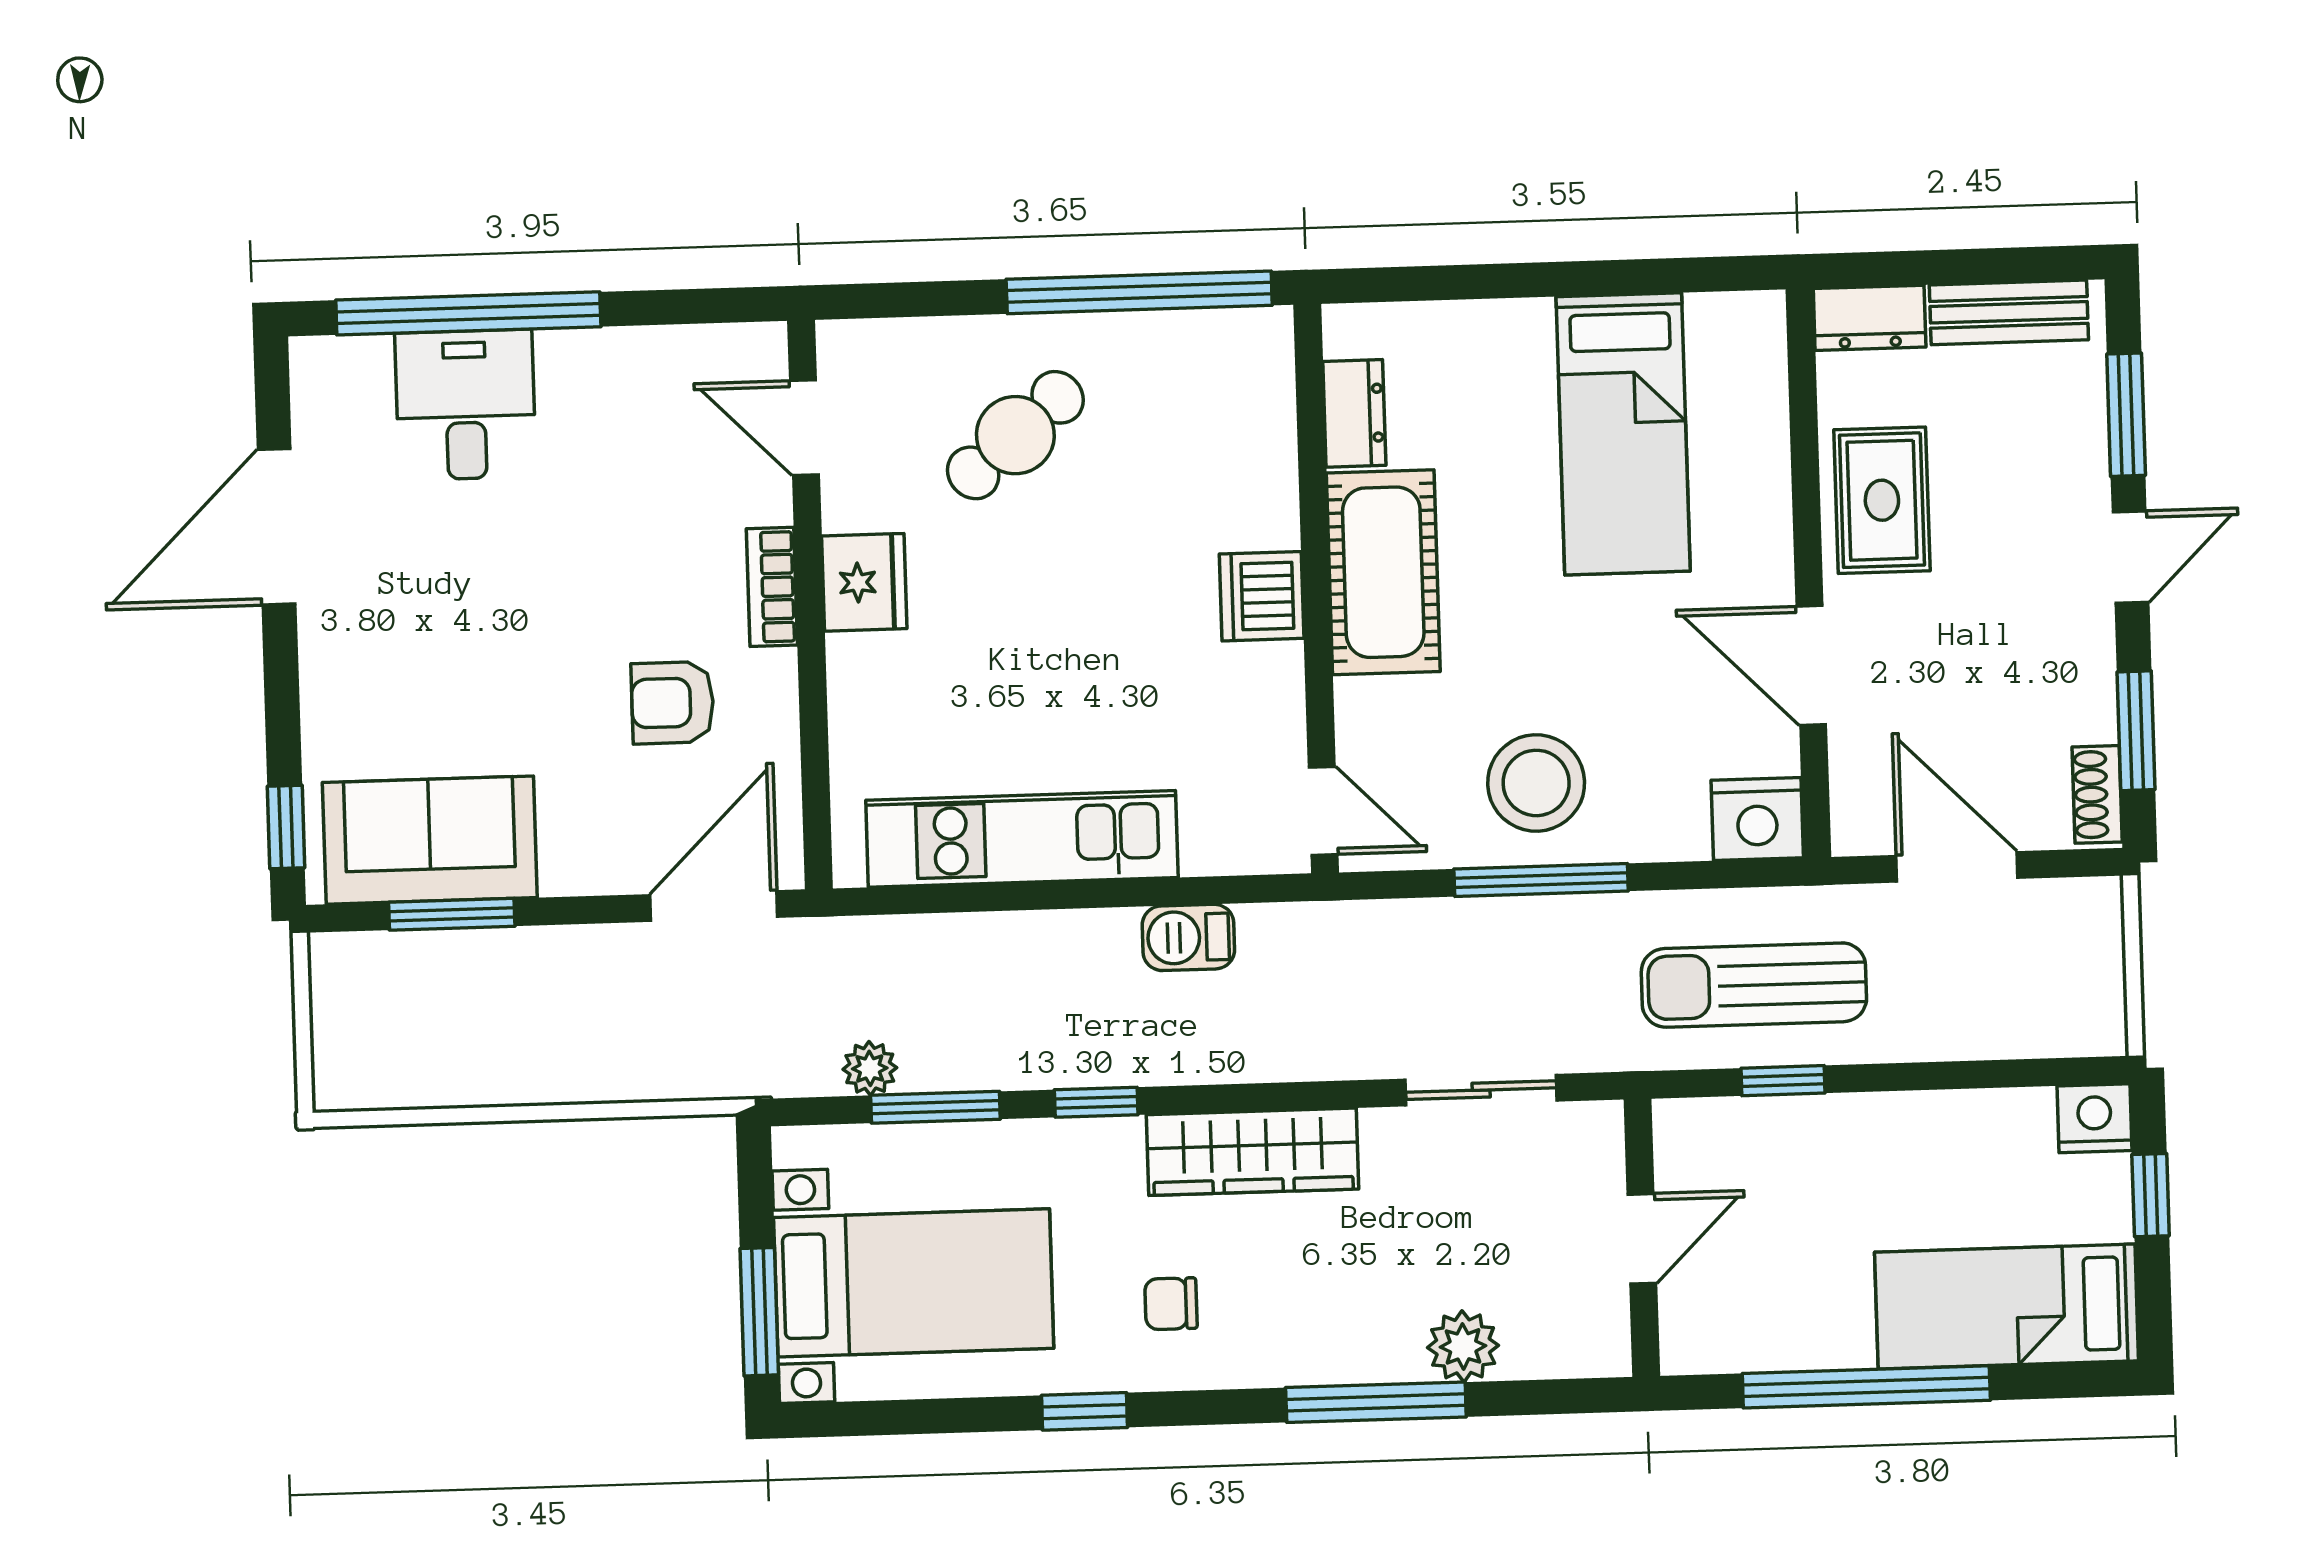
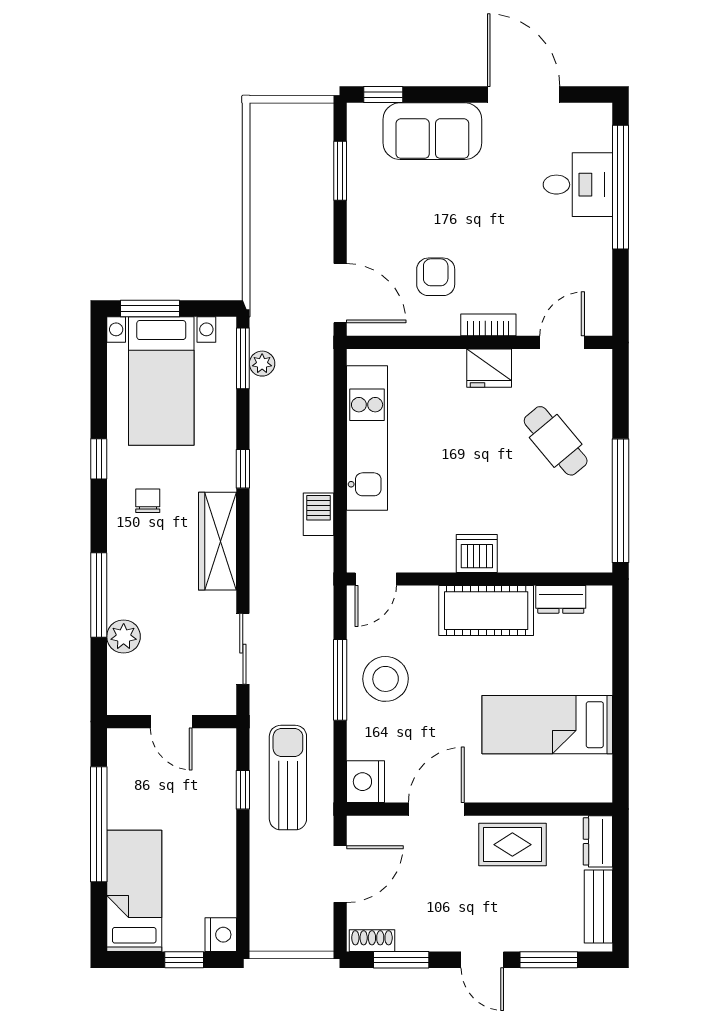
sofa: (430, 840) -> (432, 131), moved, turned 90
window: (935, 1107) -> (243, 358), moved

